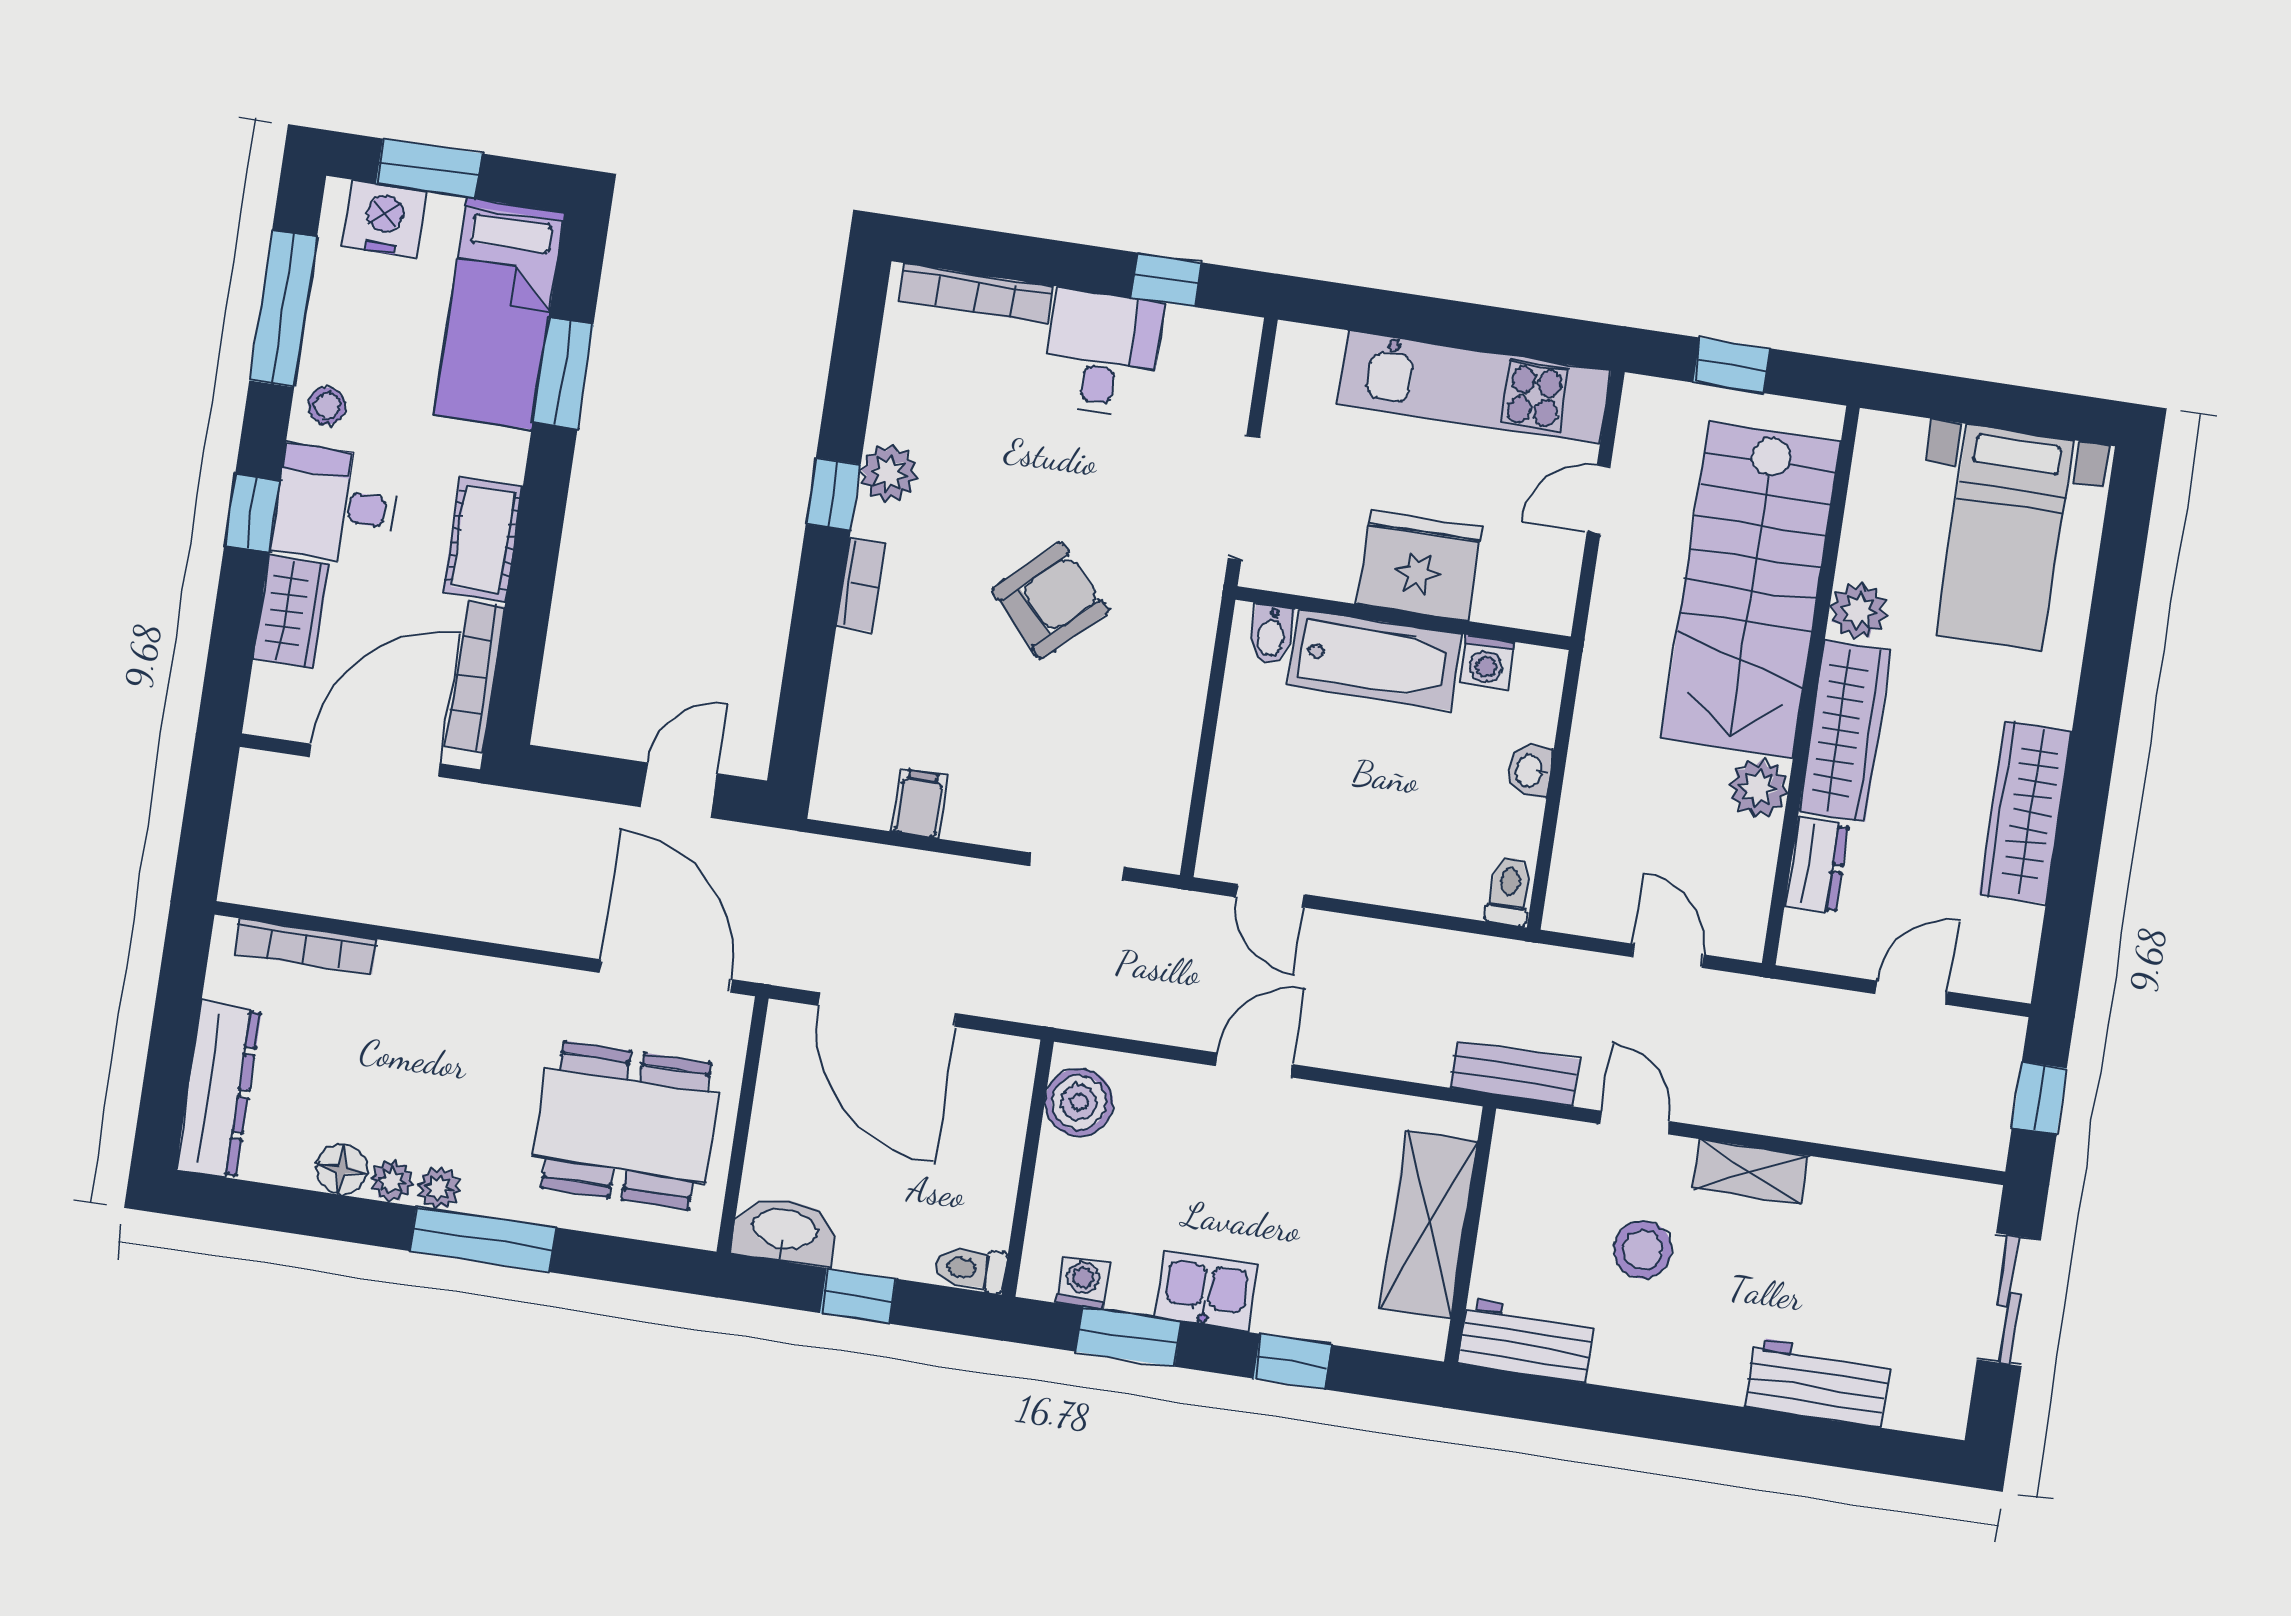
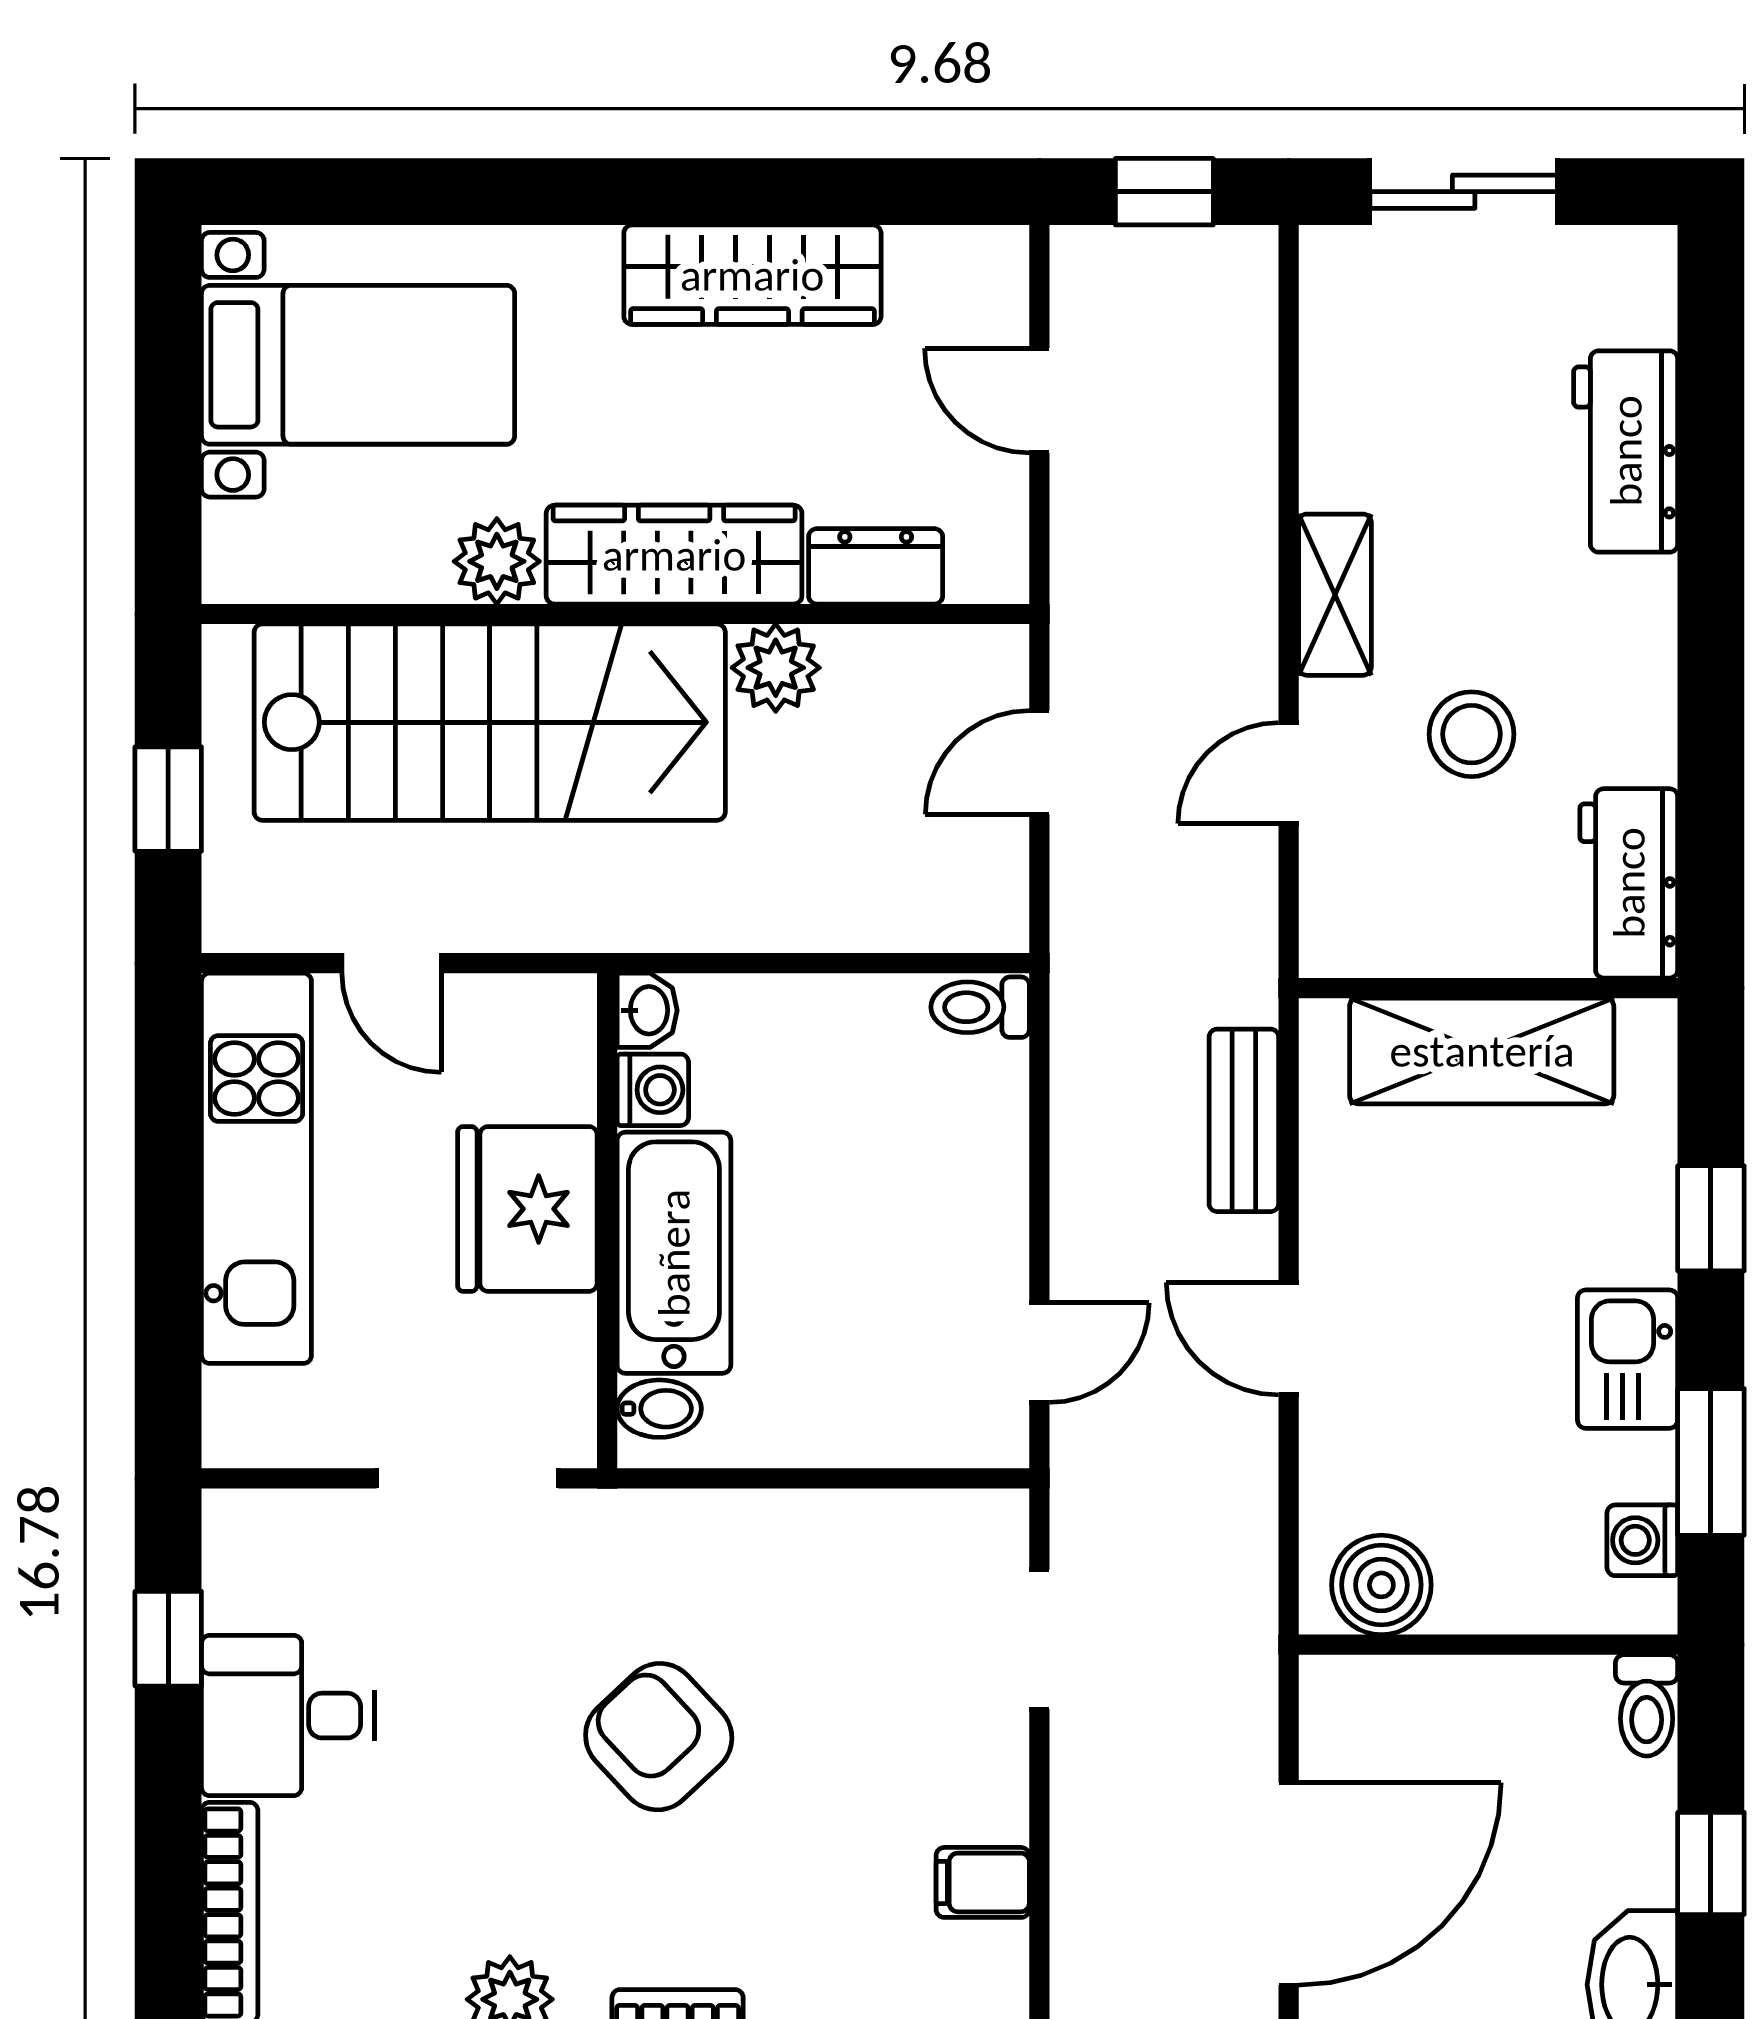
washbasin: (1530, 770) -> (647, 1010), moved, turned -90
bench: (1515, 1074) -> (1244, 1120), moved

